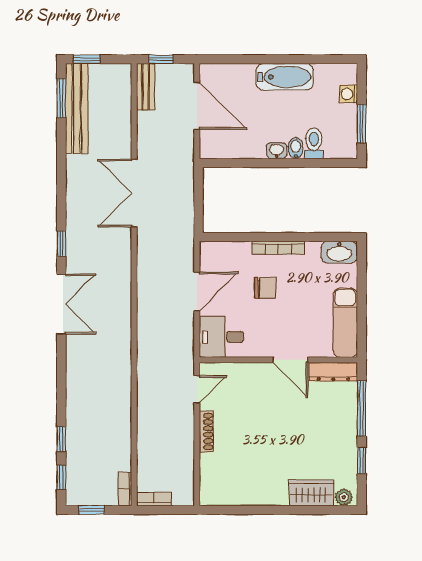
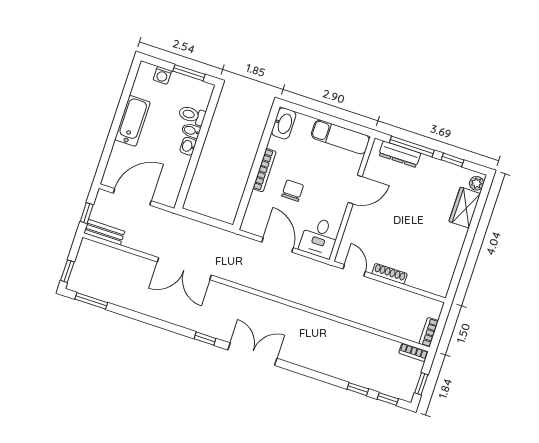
bench: (77, 108) -> (103, 292), removed
dresser: (333, 372) -> (400, 154), moved, turned 90

